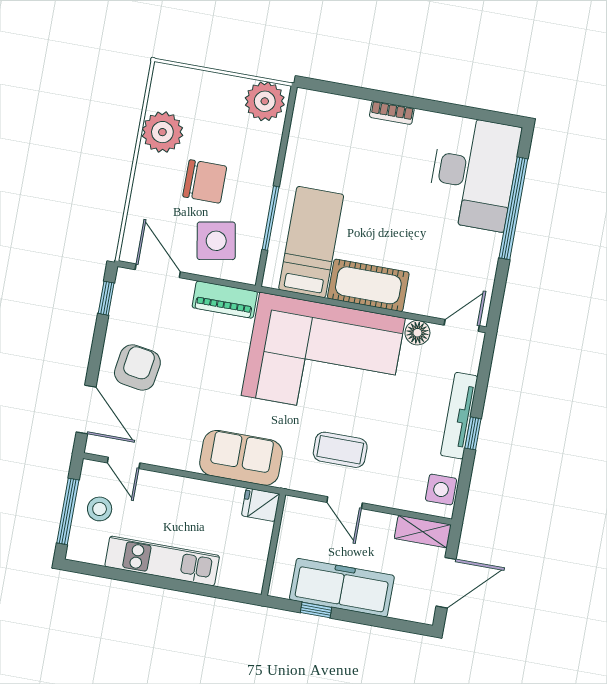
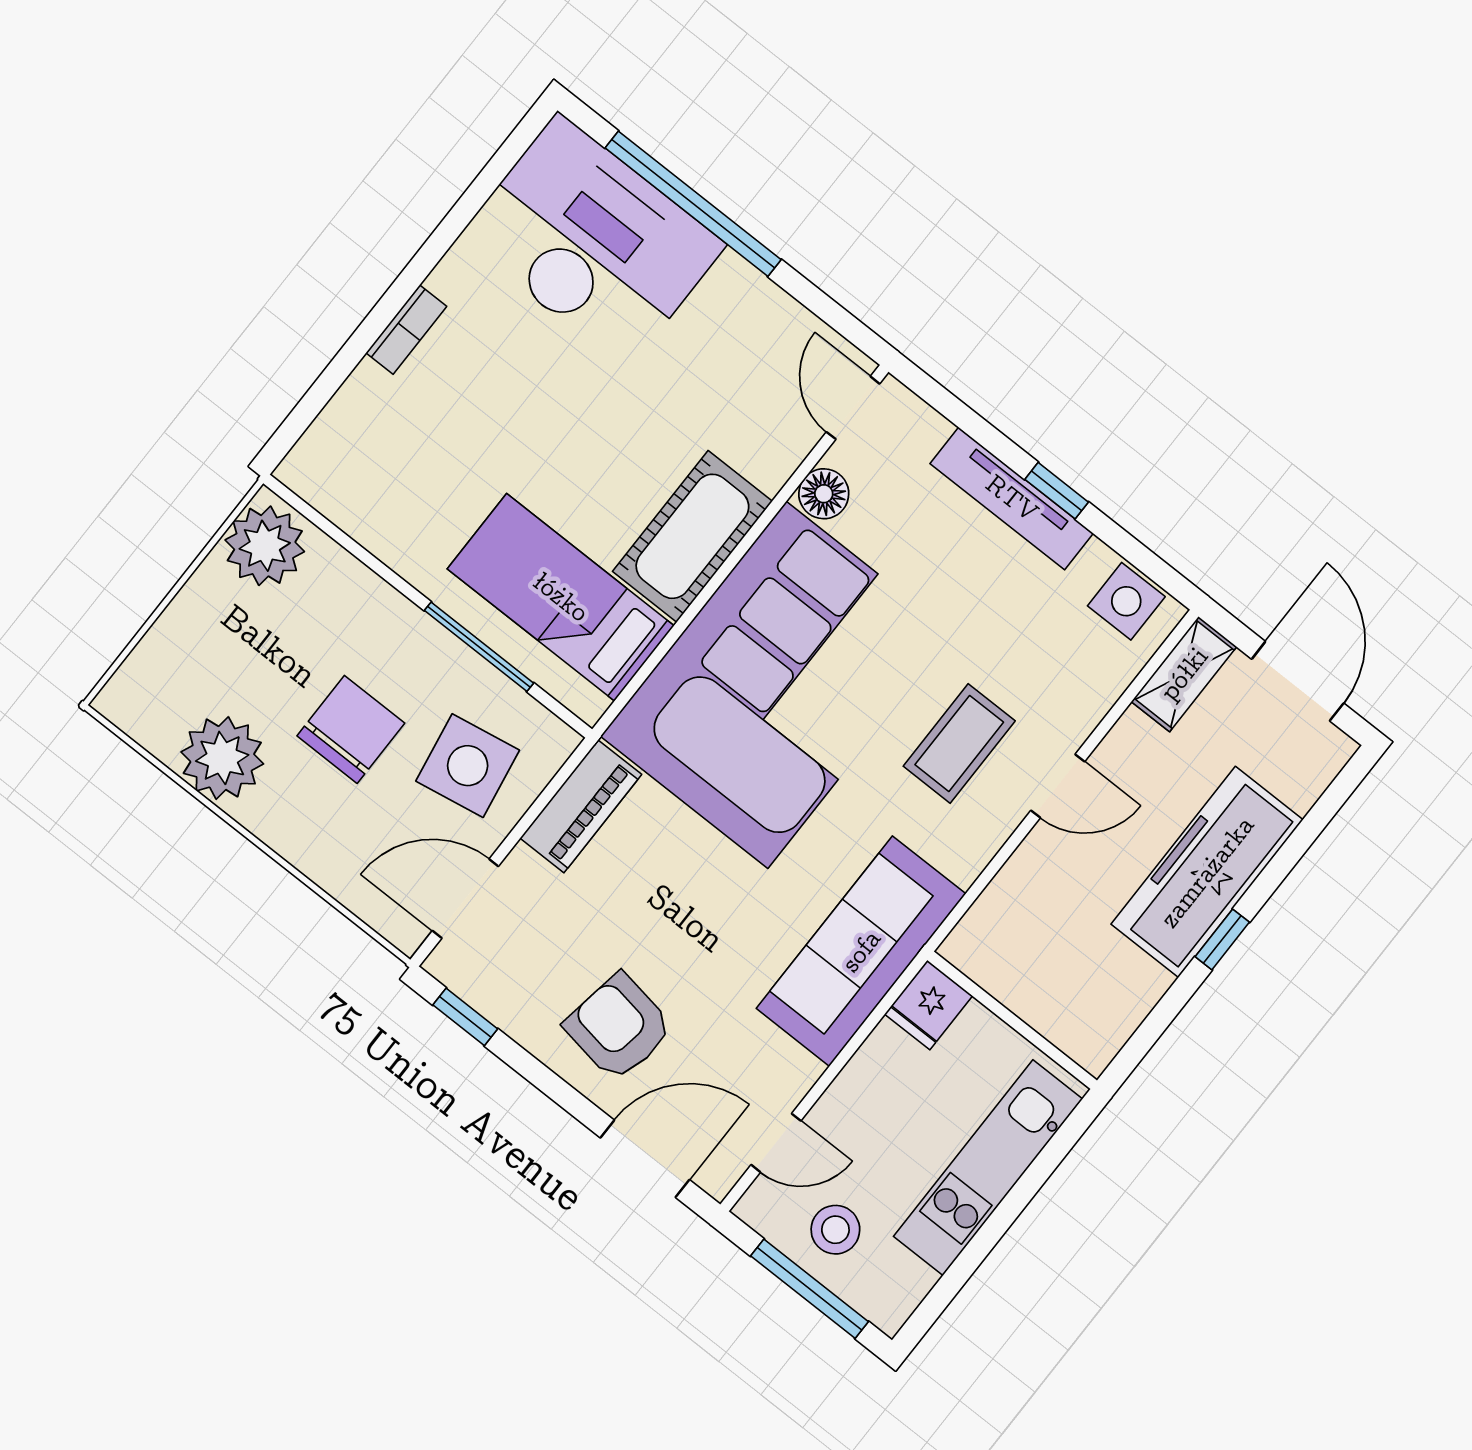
sofa: (241, 458) -> (861, 951), width x1.36
fridge: (261, 505) -> (929, 1005), moved
wall: (273, 545) -> (1012, 1020), moved

